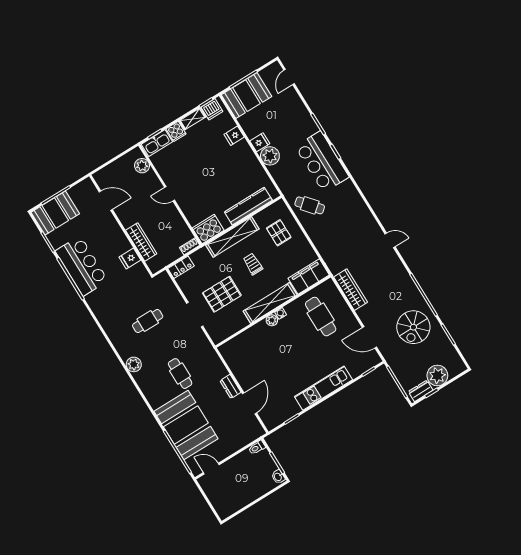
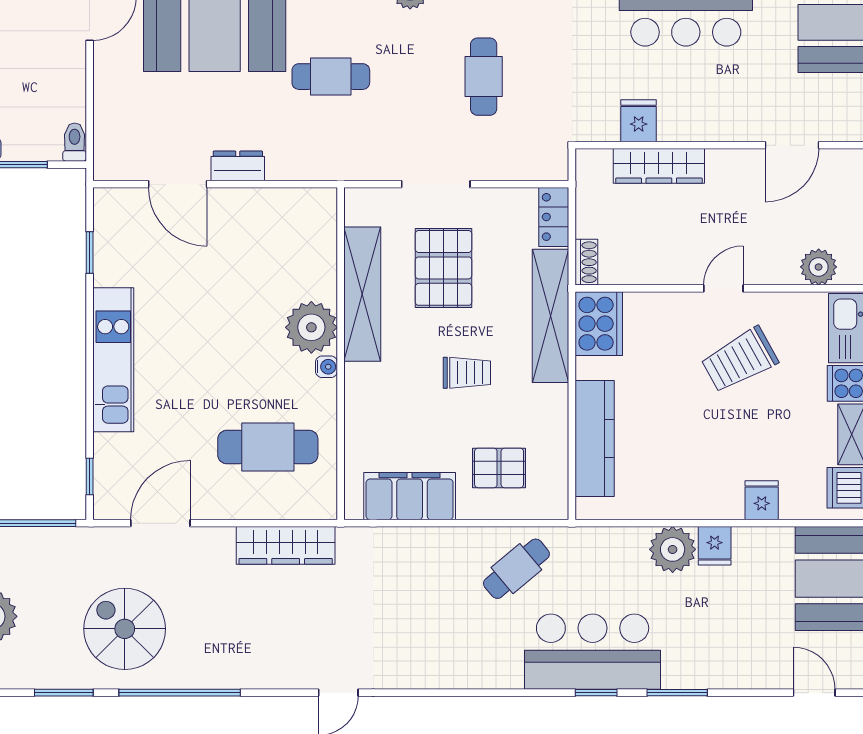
trolley: (191, 173) -> (740, 360), added
shelving: (232, 237) -> (551, 316), moved
filing cabinet: (309, 277) -> (410, 496), moved, turned -90
shelving: (270, 303) -> (362, 294), moved
plant: (272, 320) -> (311, 327), width x1.88, depth x1.88

